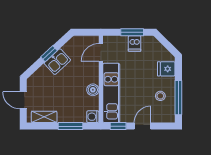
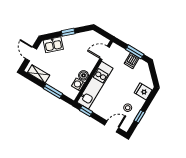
kitchen sink: (57, 62) -> (53, 45), moved
window: (178, 98) -> (139, 116), width x0.46
washing machine: (93, 117) -> (78, 84), moved
door: (143, 126) -> (112, 126), moved

